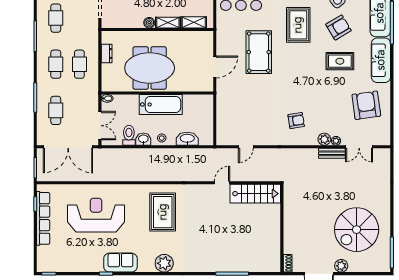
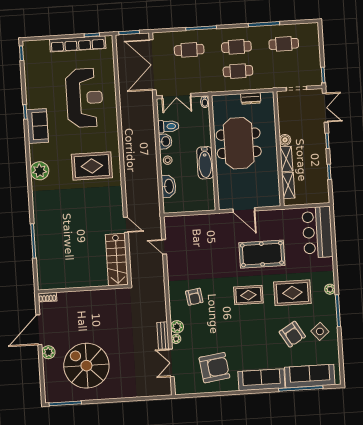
rug: (340, 61) -> (248, 295), moved, turned 90
bathtub: (161, 104) -> (205, 163), width x0.73, depth x0.73

